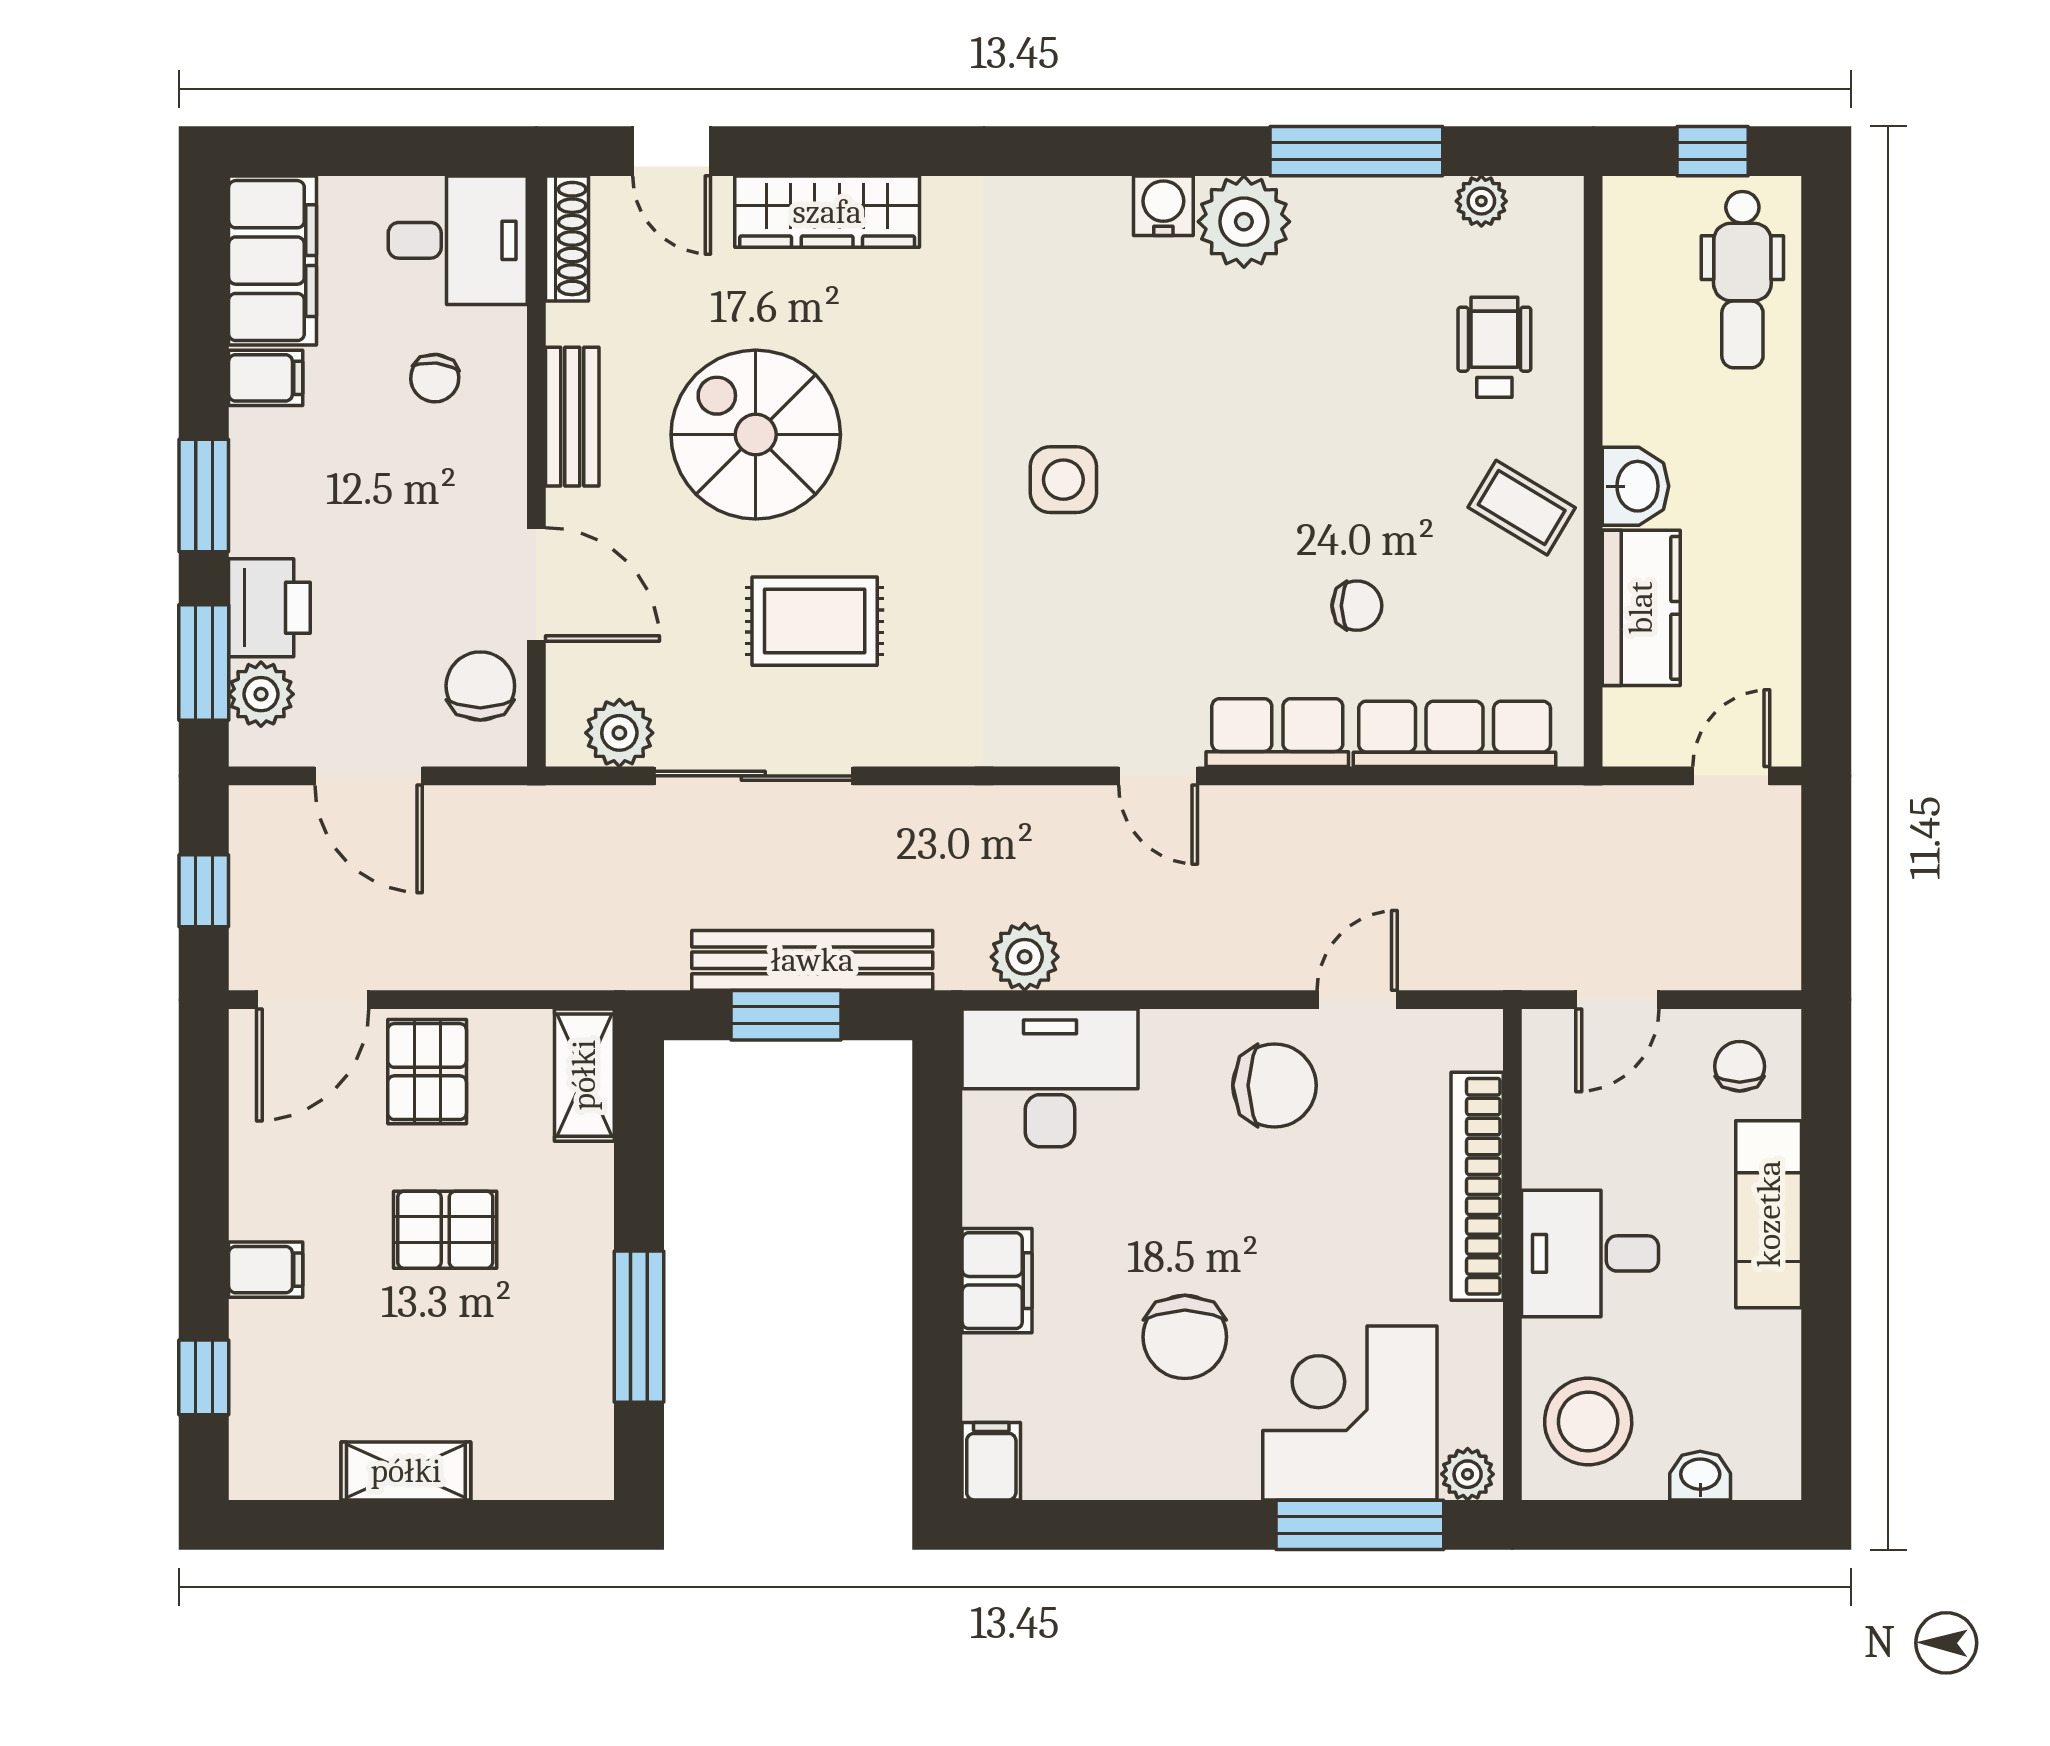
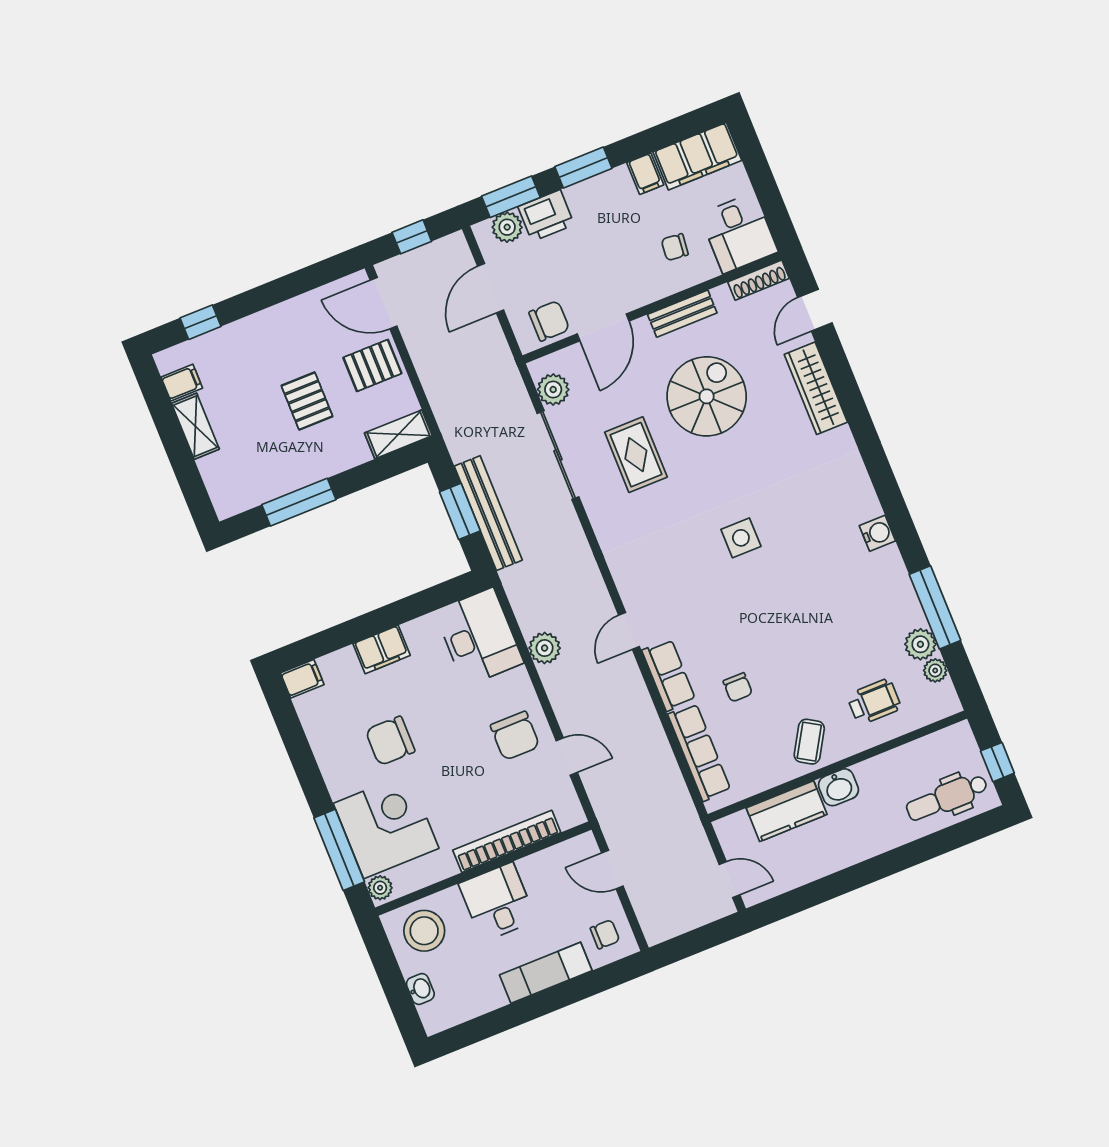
plant: (1244, 222) -> (920, 644), moved, width x0.73, depth x0.73
plant: (1025, 957) -> (545, 648), moved
filing cabinet: (266, 1270) -> (182, 383), moved, turned -90

